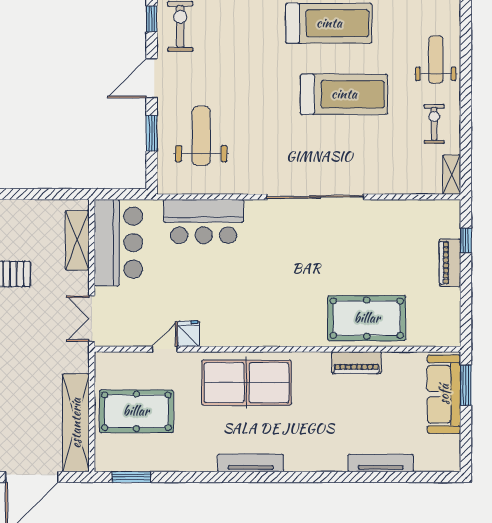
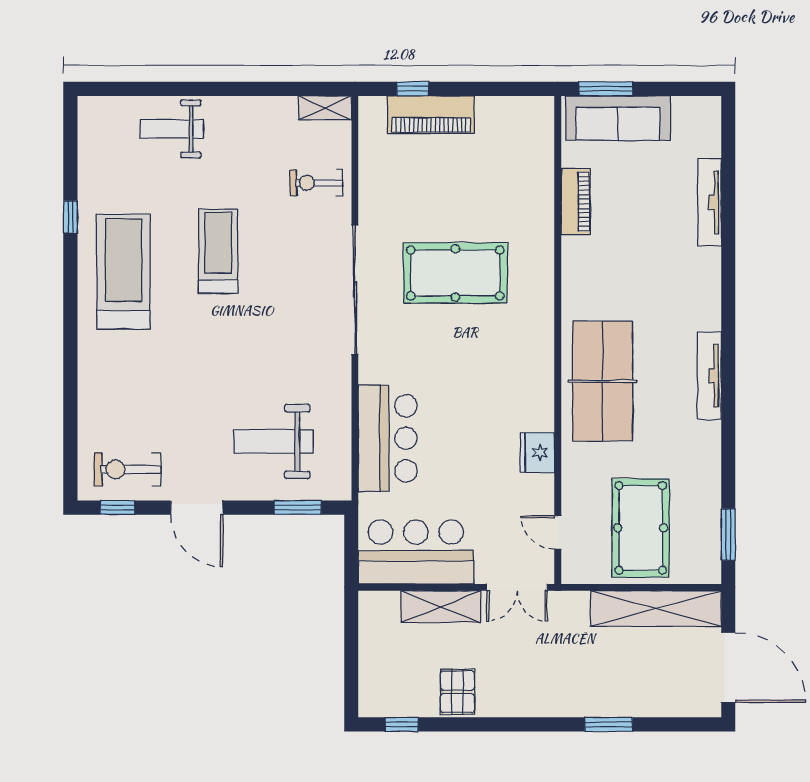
treadmill: (344, 94) -> (218, 251), width x0.73, depth x0.73
exercise bike: (434, 124) -> (316, 183), moved
window: (152, 133) -> (298, 508), moved
shelving: (77, 240) -> (441, 607), moved
piano: (450, 263) -> (431, 115), width x1.37, depth x1.33
pool table: (367, 318) -> (455, 273), moved, turned 90
fridge: (189, 334) -> (537, 453), width x1.38
door: (165, 349) -> (558, 532), moved
piano: (357, 363) -> (576, 202), moved

